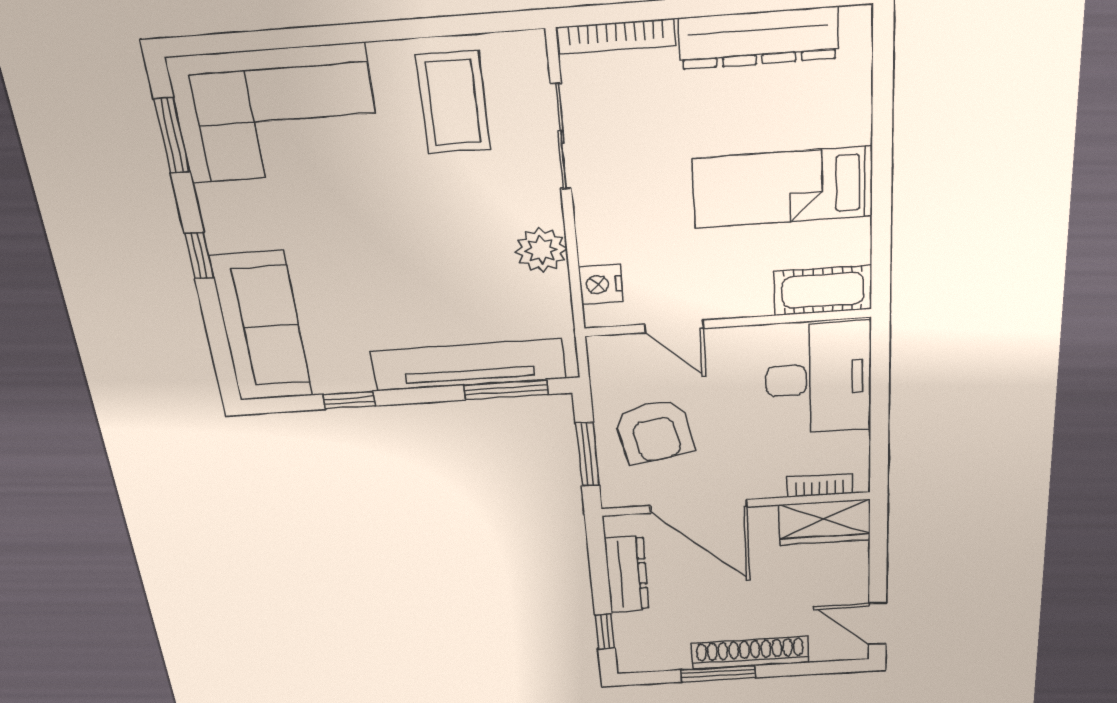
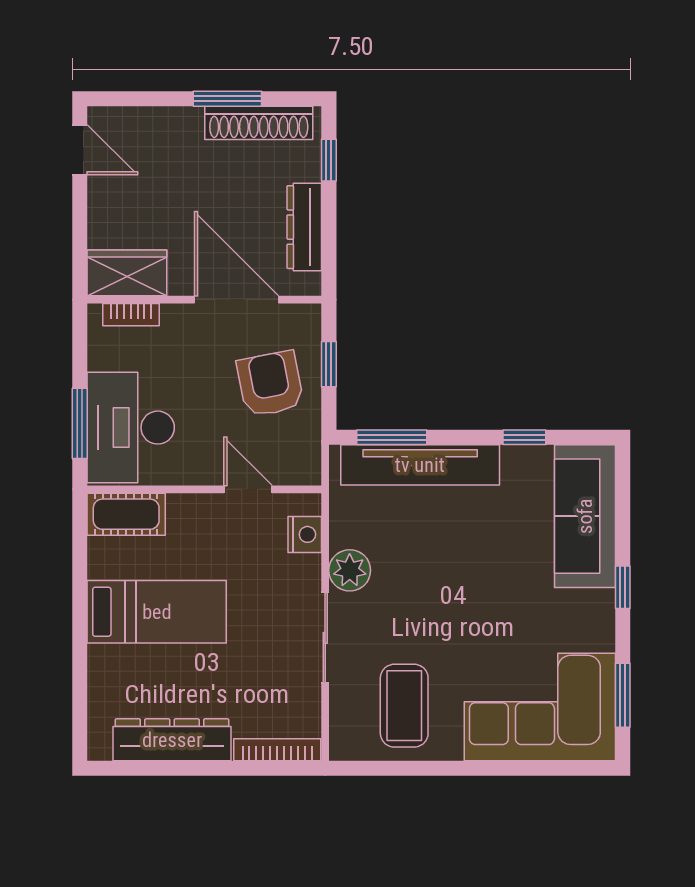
sliding door: (561, 137) -> (325, 638), moved
window: (880, 379) -> (80, 423), added
window: (587, 454) -> (329, 364), width x0.67
shoe rack: (750, 653) -> (259, 123), moved

